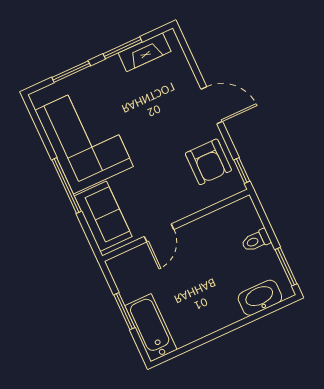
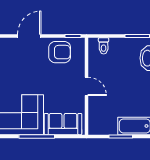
door: (159, 233) -> (86, 86), moved
toilet: (256, 241) -> (104, 46), moved

